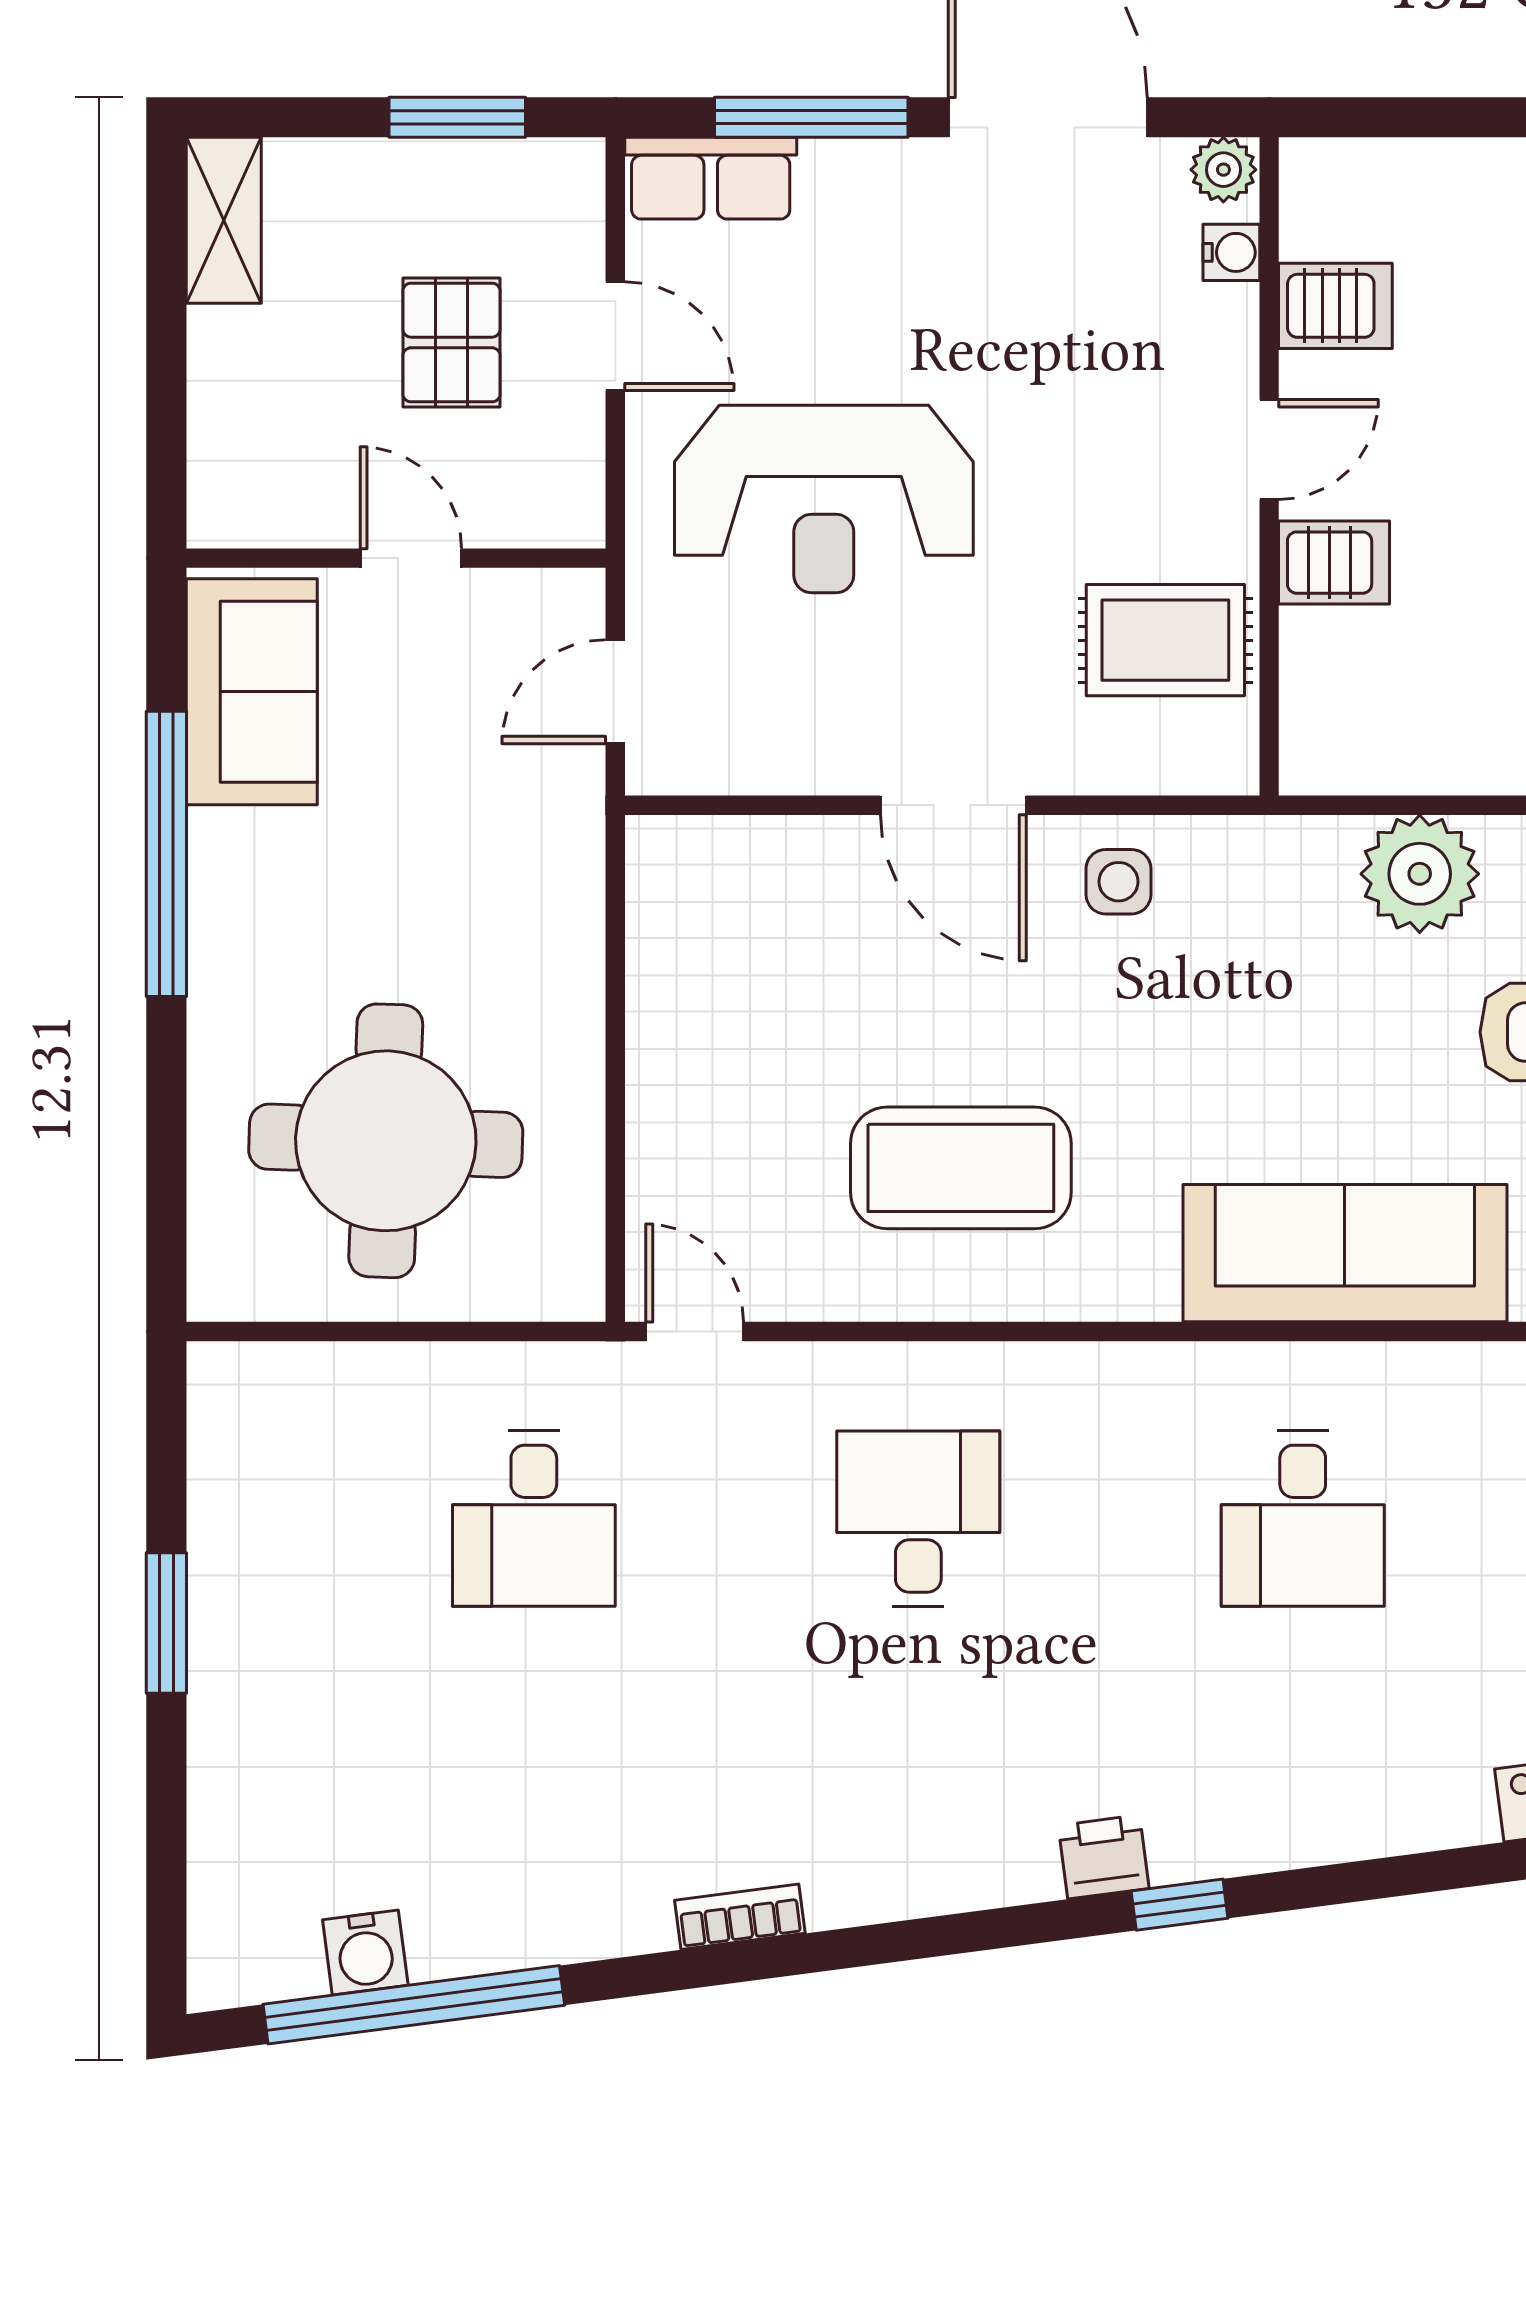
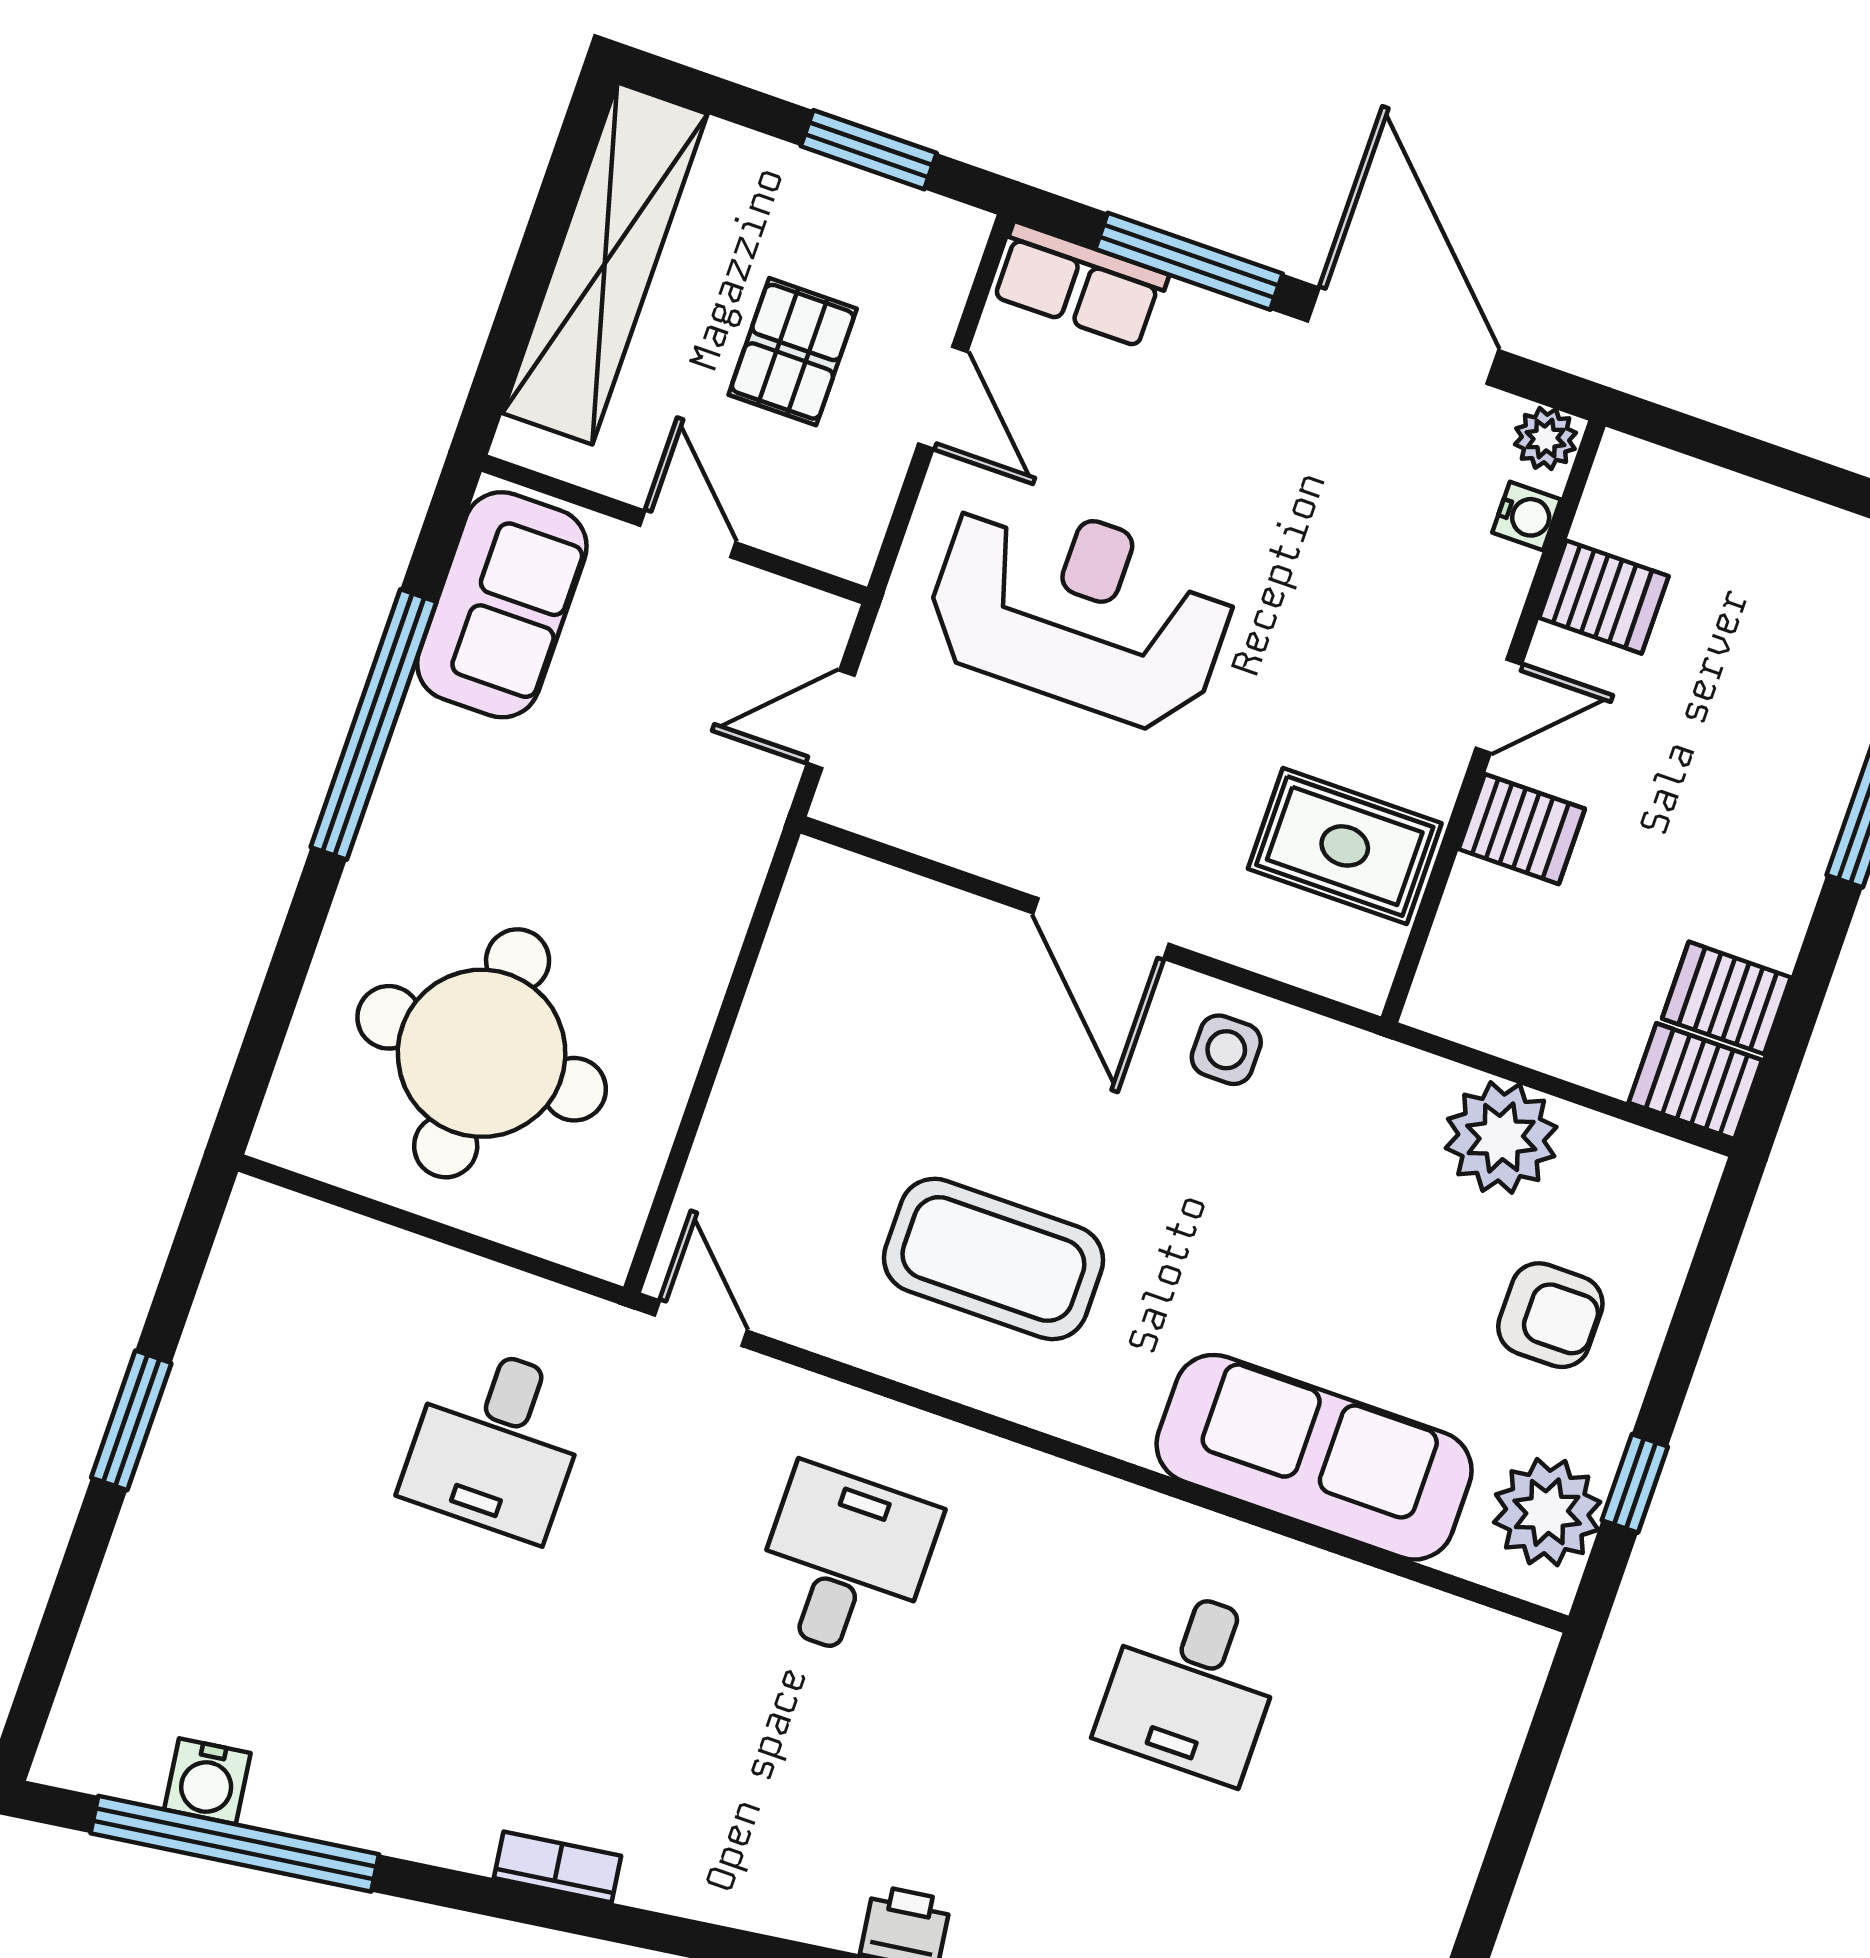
shelving: (224, 220) -> (605, 263), width x2.20, depth x1.33
reception desk: (824, 499) -> (1080, 611), turned 180

